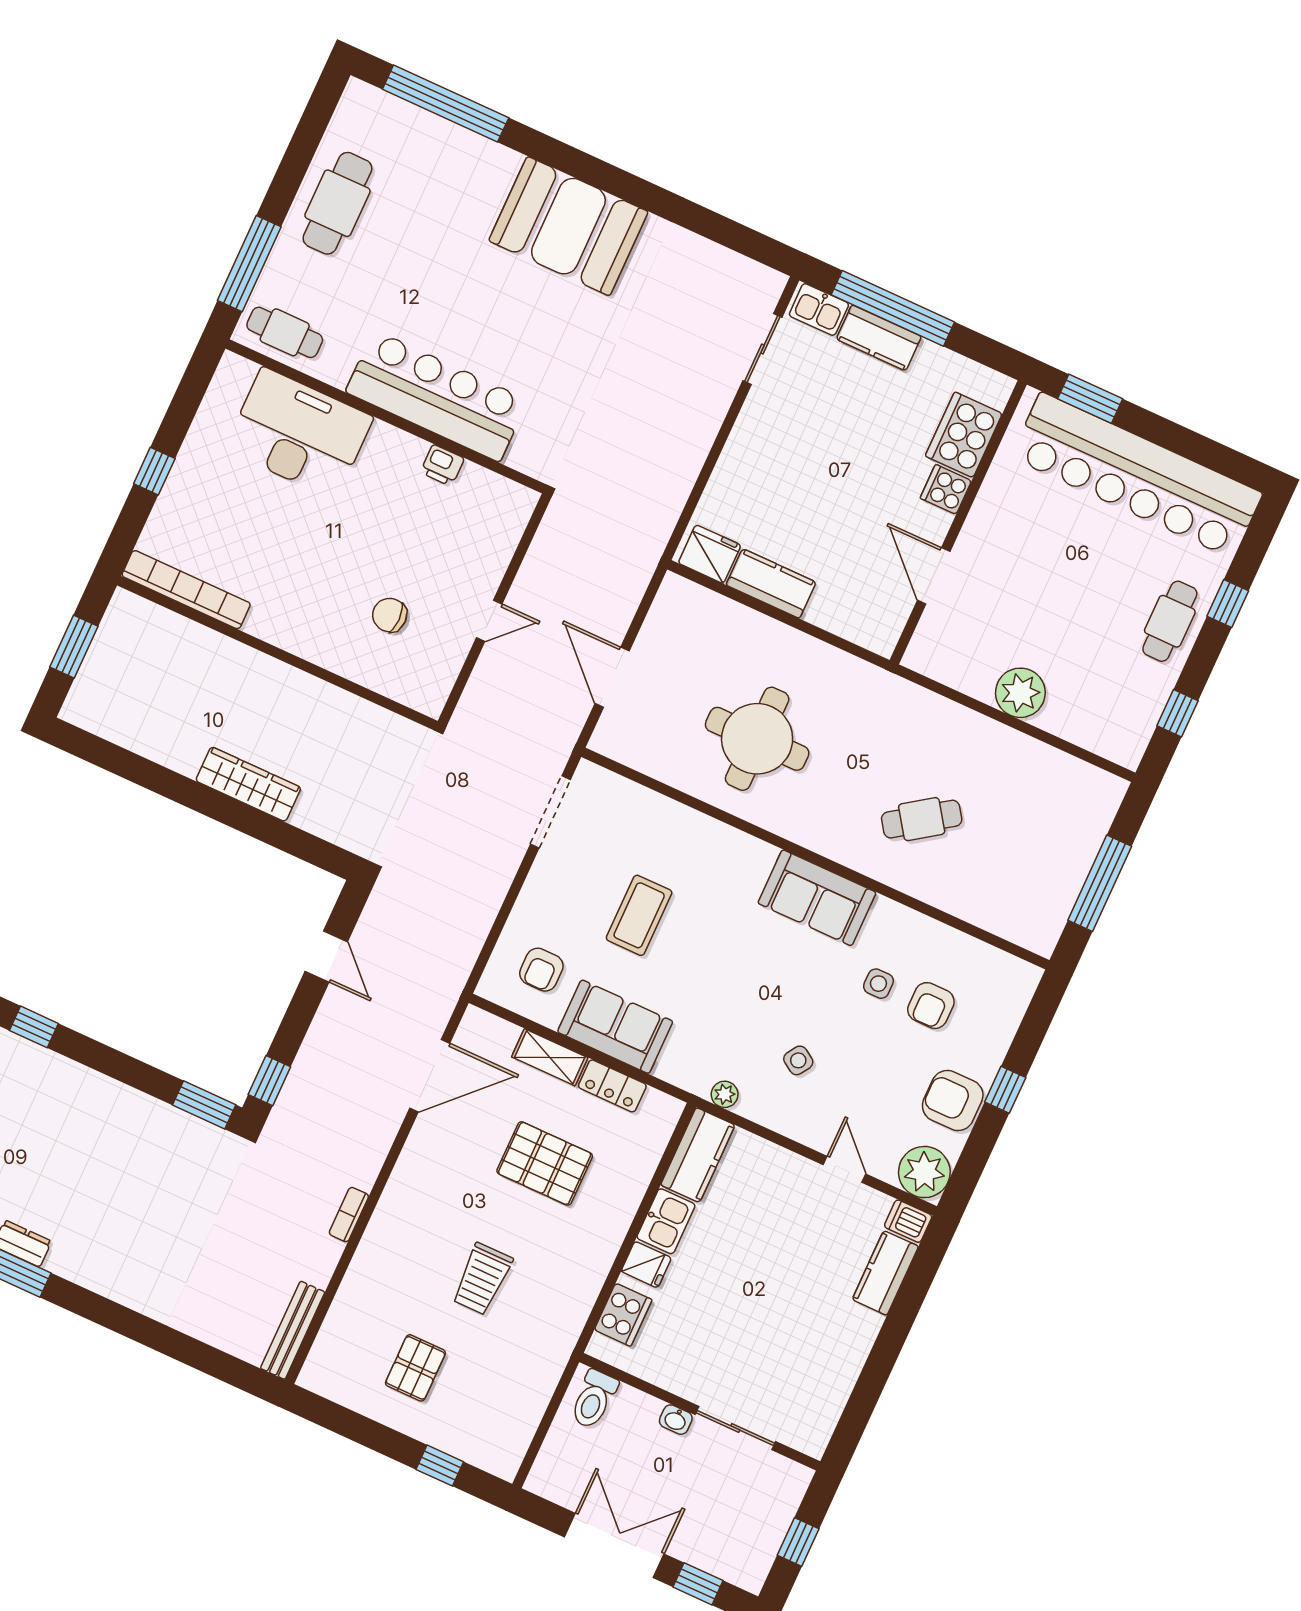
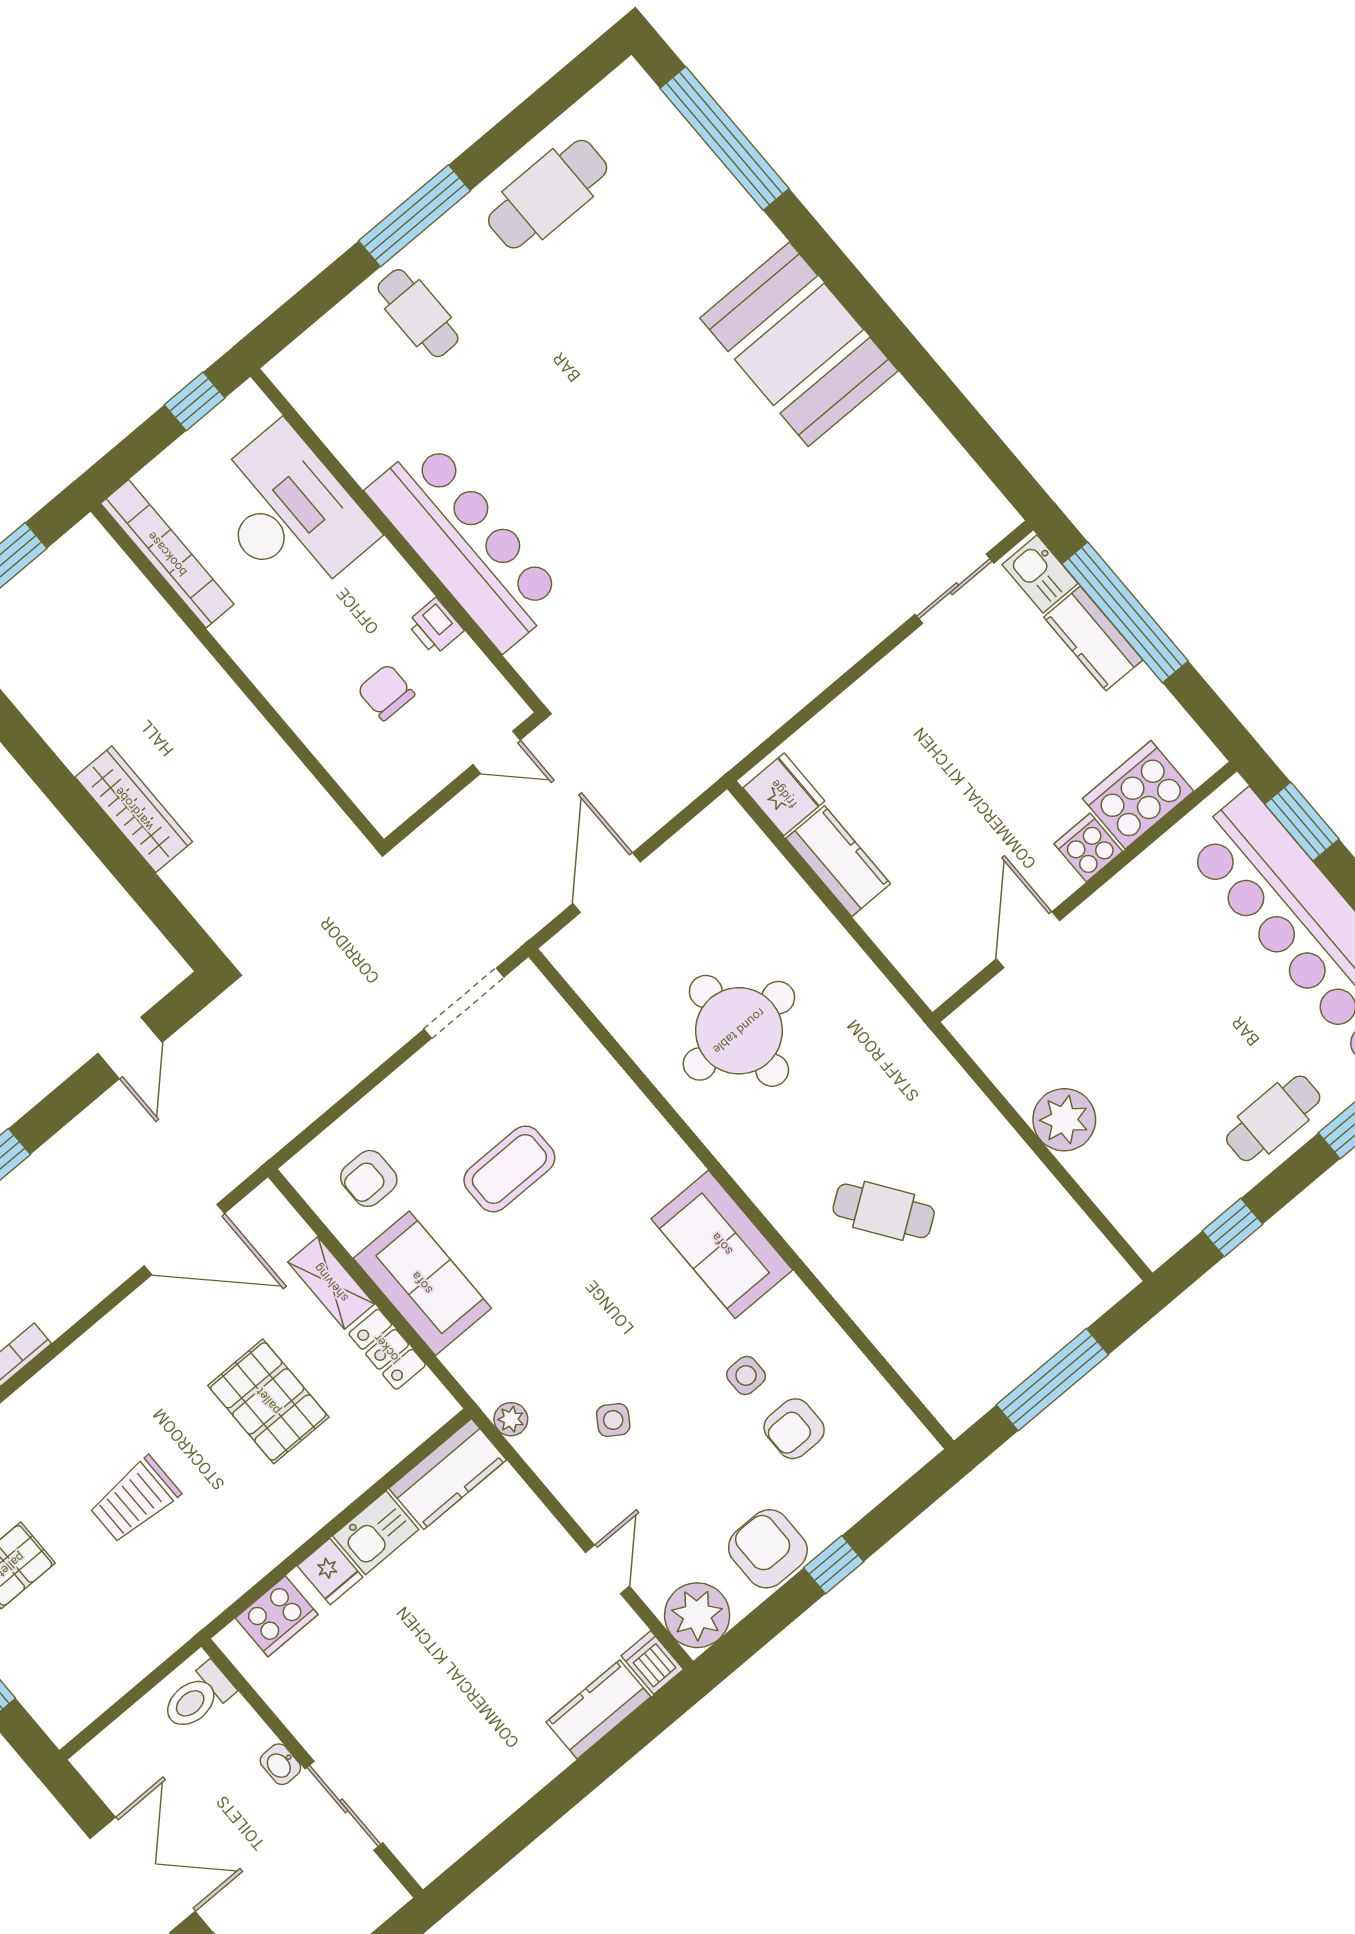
bar counter: (437, 396) -> (466, 545), moved
wall: (386, 416) -> (397, 540), moved
desk: (299, 433) -> (289, 513), moved
printer: (442, 465) -> (435, 627), moved

